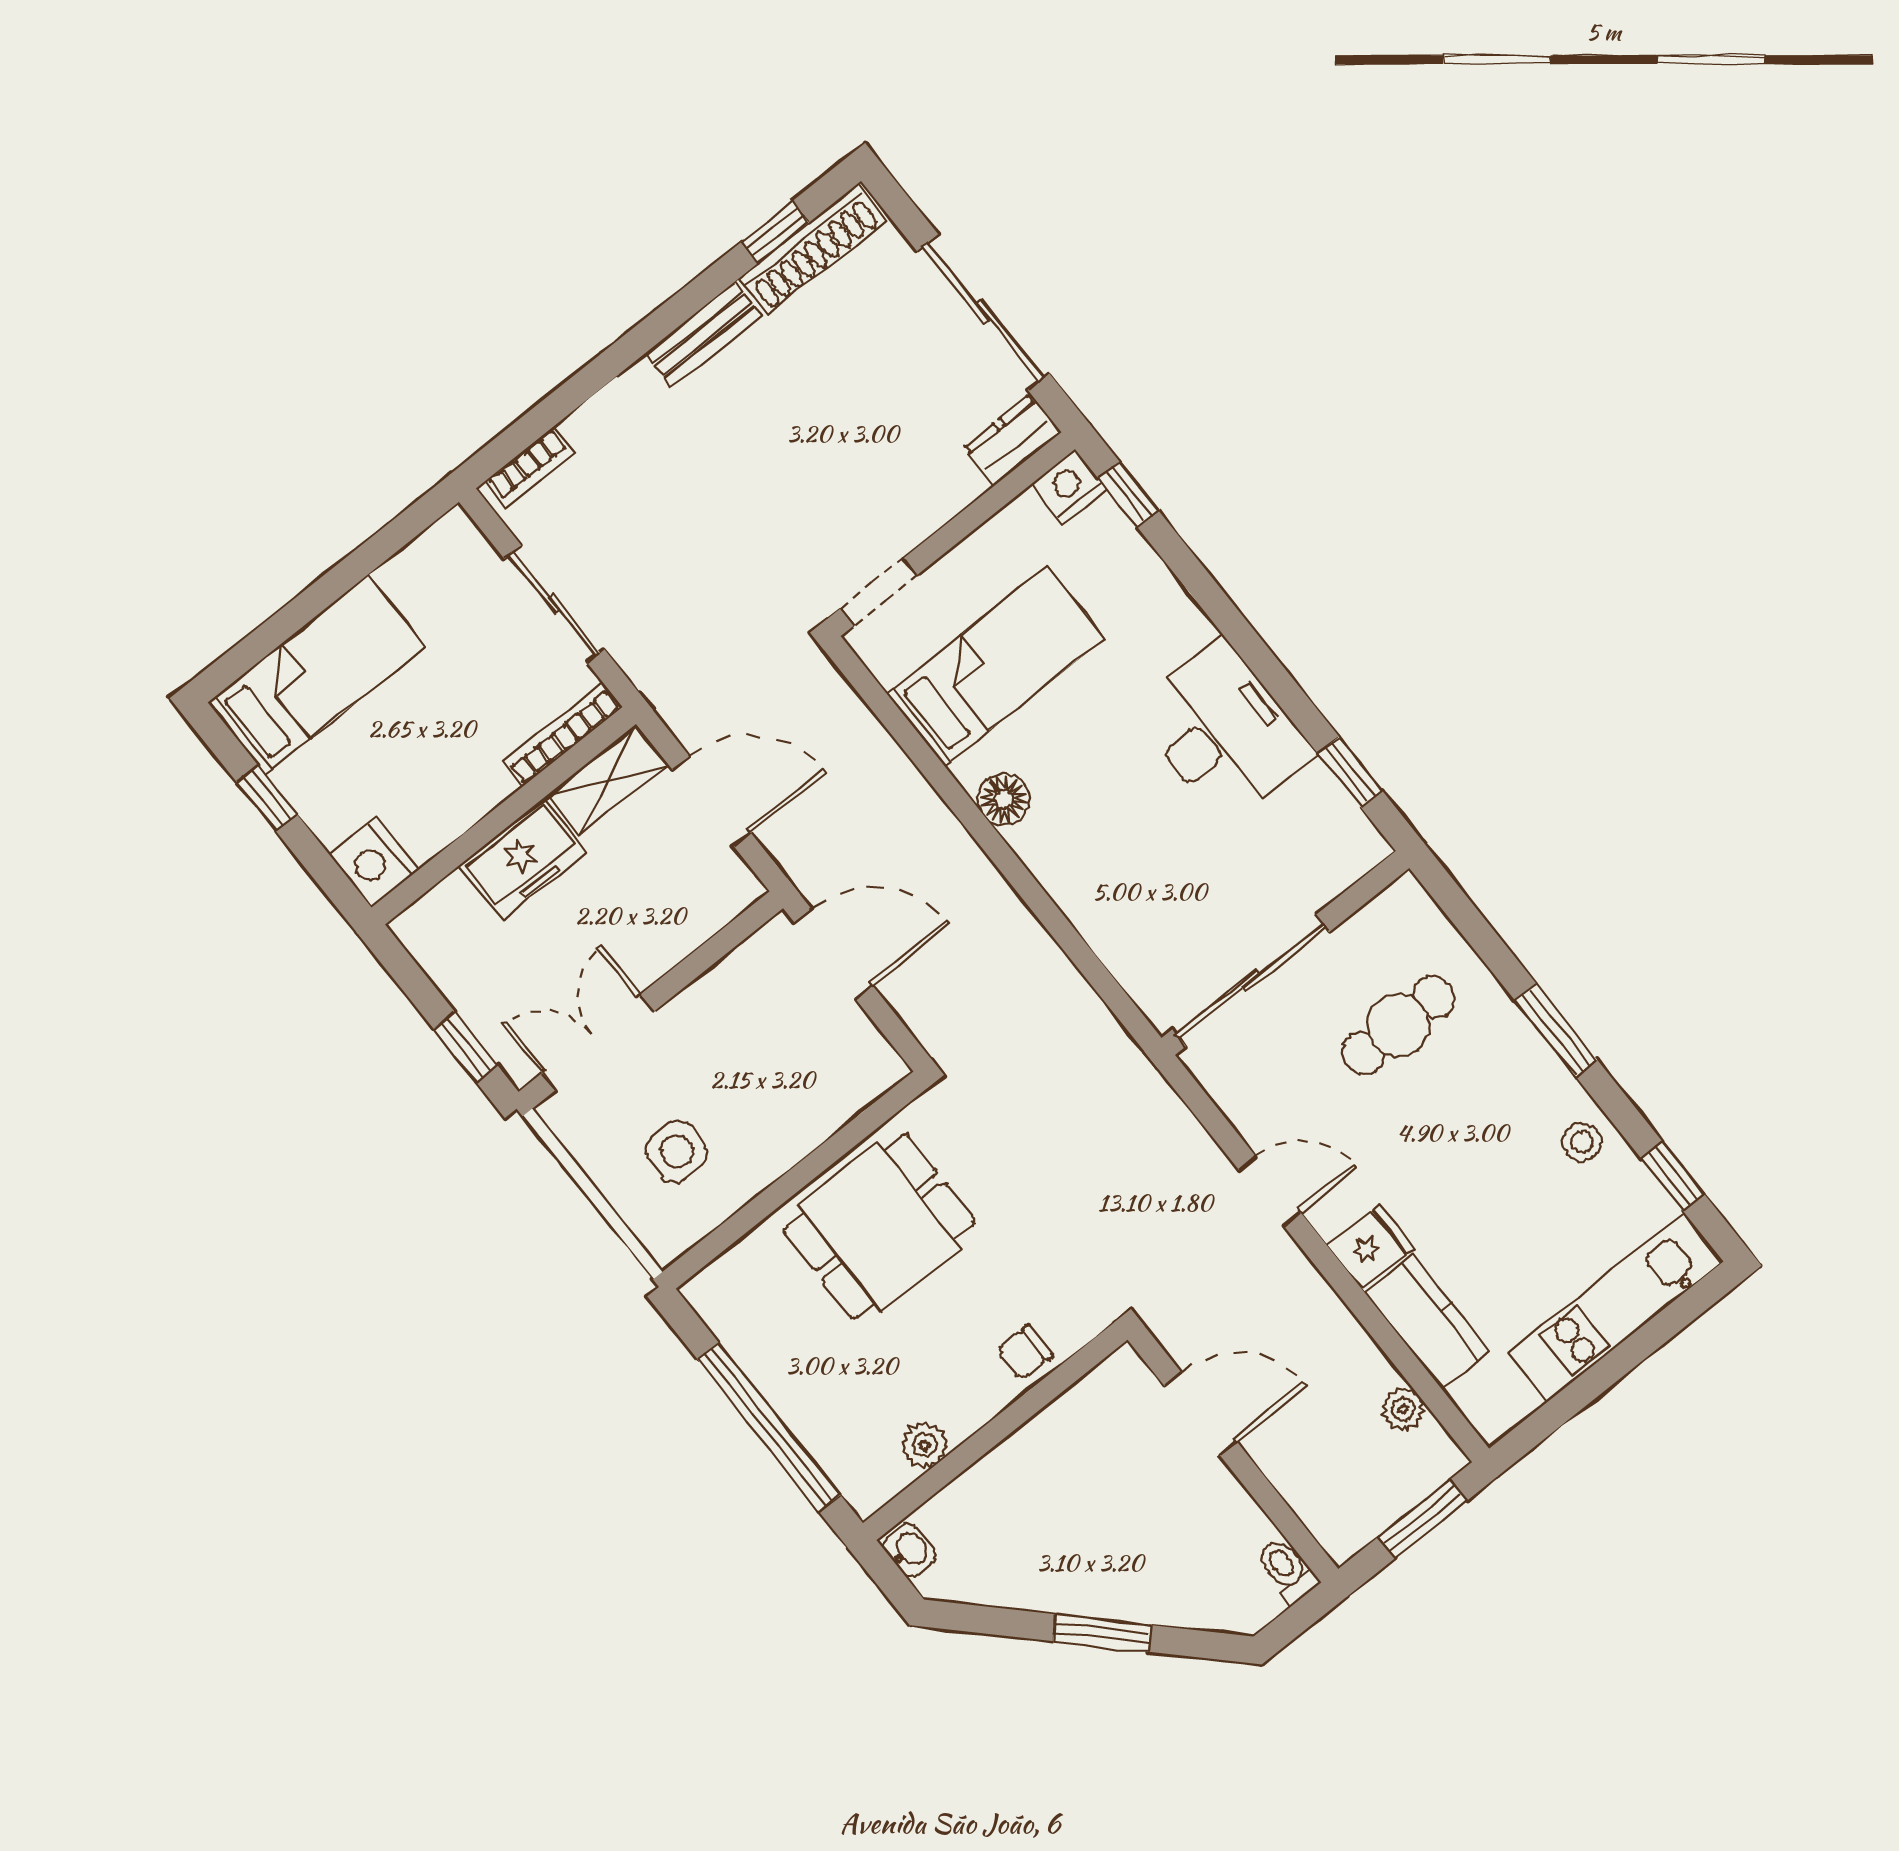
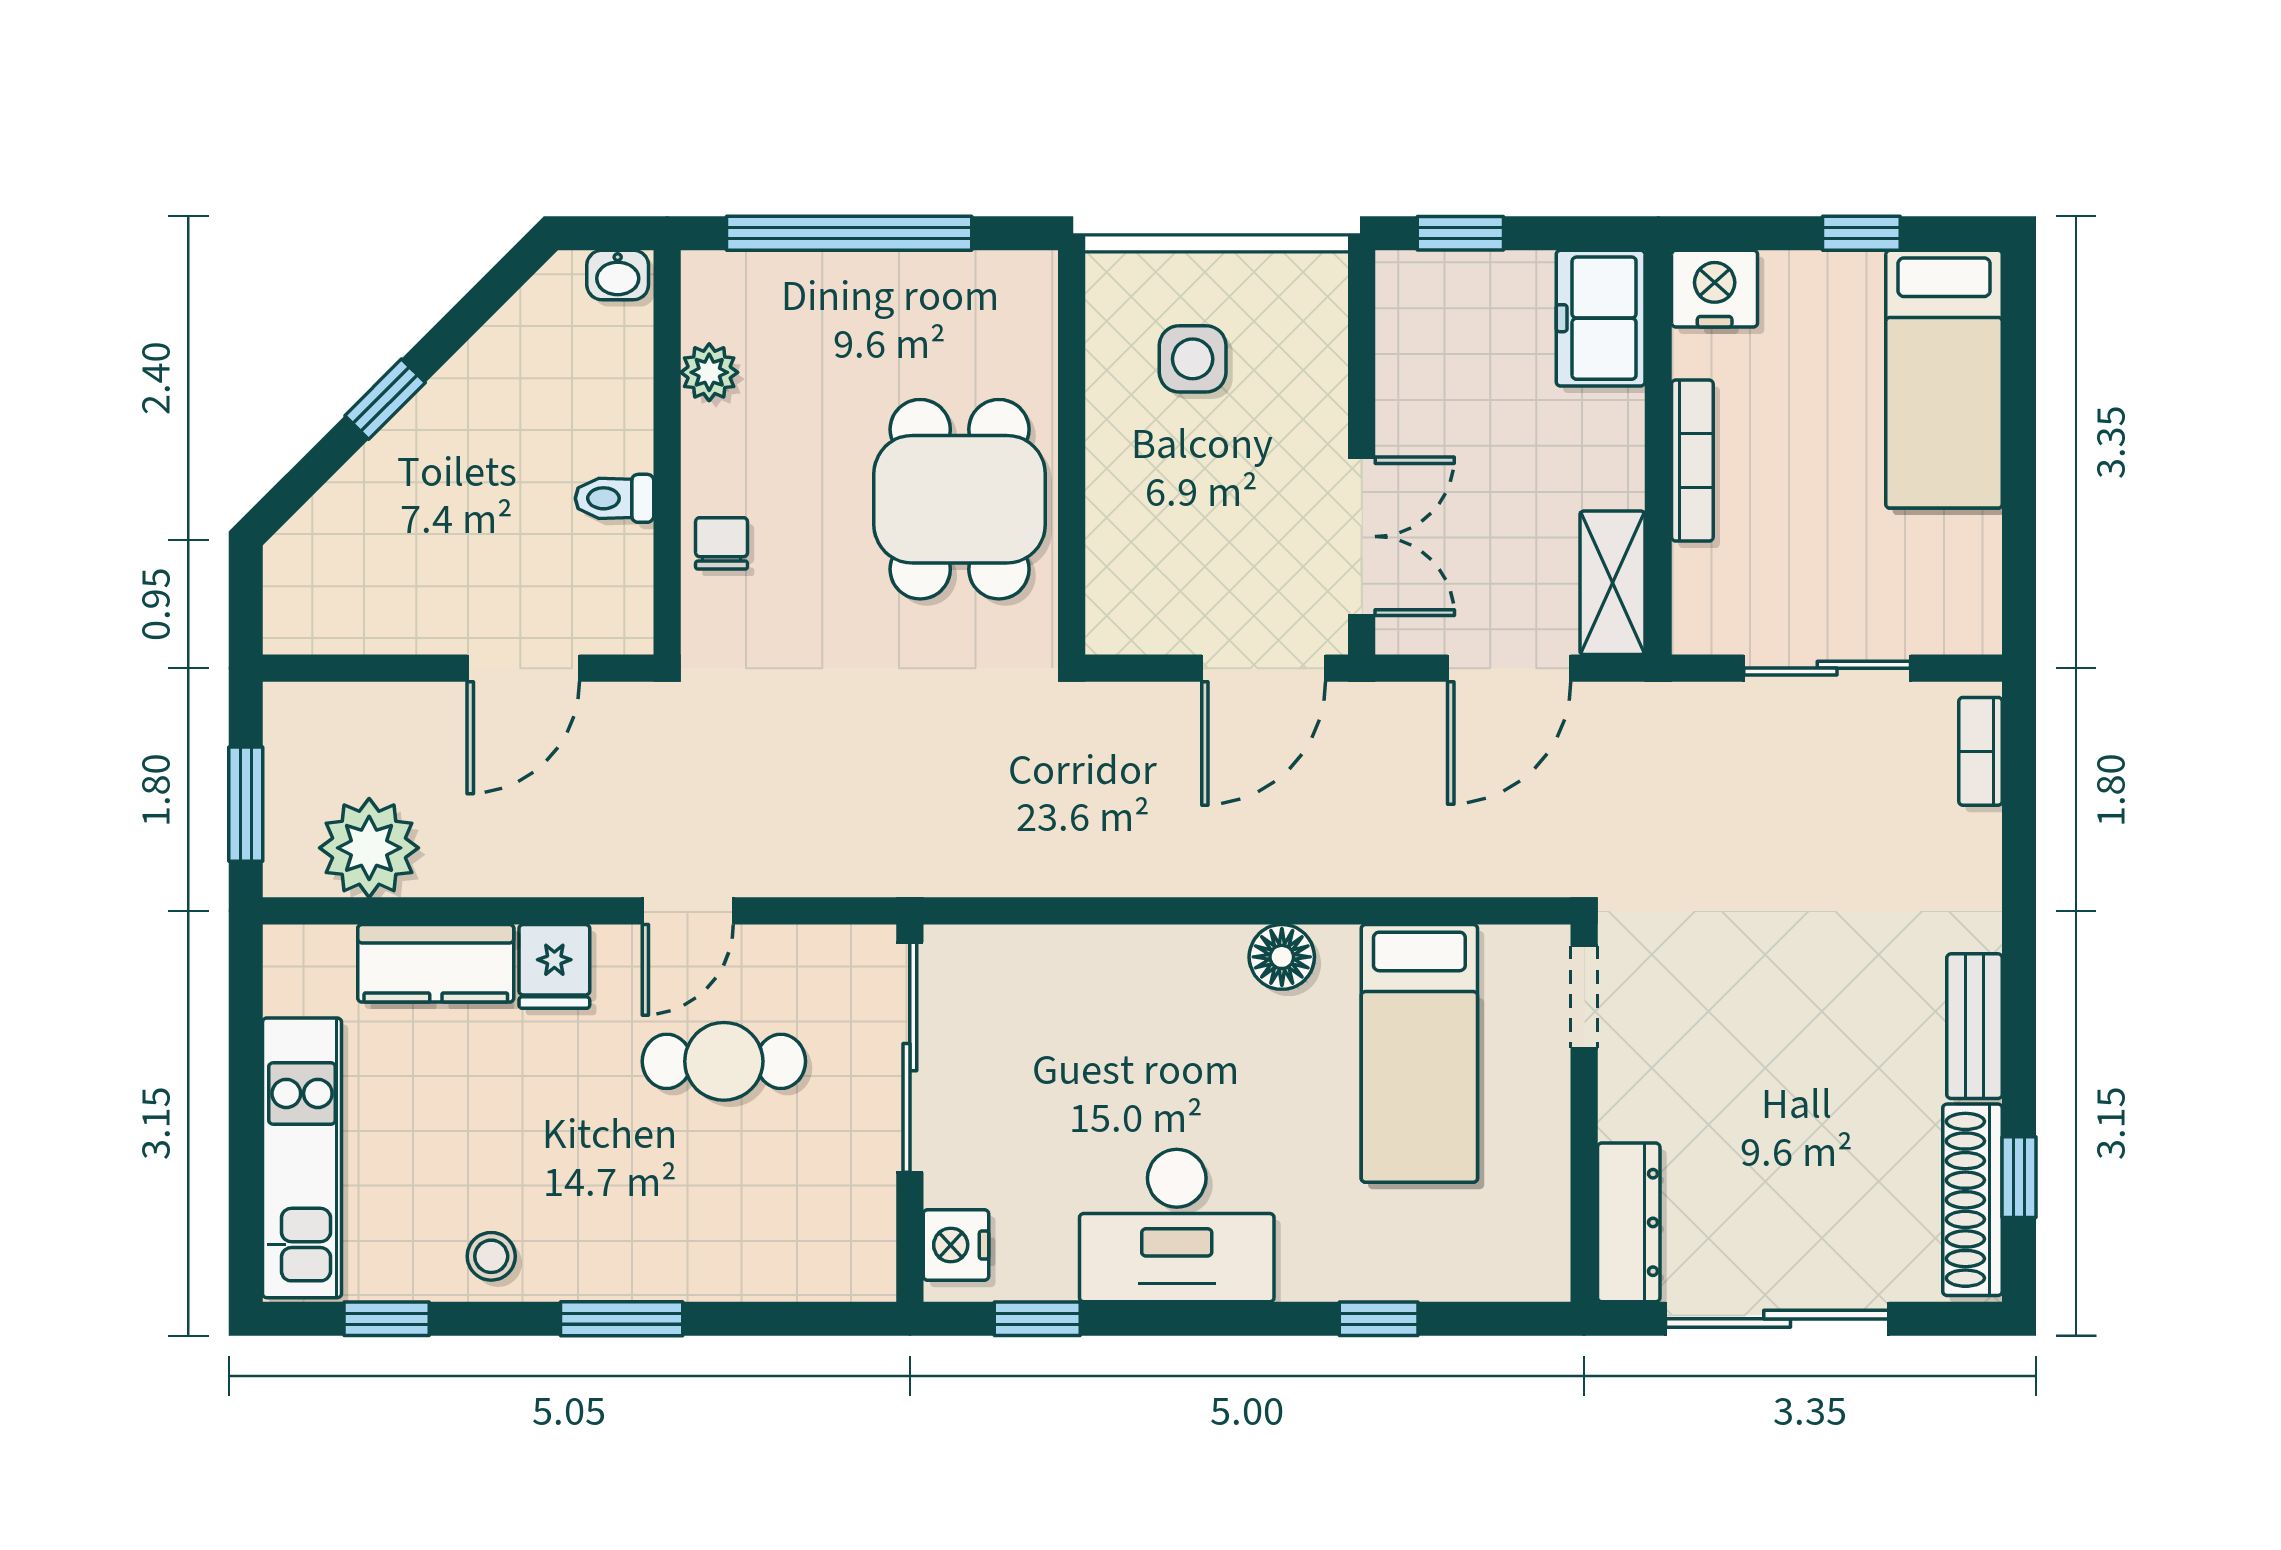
dresser: (1012, 440) -> (1629, 1222), width x1.44
nightstand: (1069, 487) -> (956, 1245), moved, turned 180
window: (1128, 494) -> (1379, 1319), moved
bookcase: (562, 734) -> (1692, 461), moved
freezer: (523, 859) -> (1601, 318), moved
cafe table: (1398, 1025) -> (724, 1061), moved, turned 90
double door: (598, 1042) -> (1362, 536), moved
plant: (1403, 1409) -> (369, 848), width x1.87, depth x1.87
toilet: (1287, 1570) -> (614, 498), moved, turned 180
window: (1102, 1633) -> (385, 399), width x0.67

